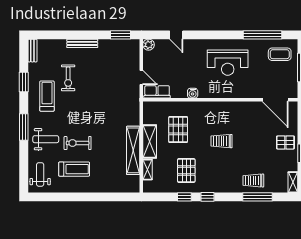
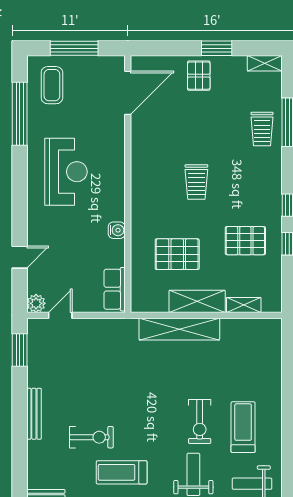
door: (141, 77) -> (60, 315), moved
shelving: (133, 150) -> (179, 329), moved

